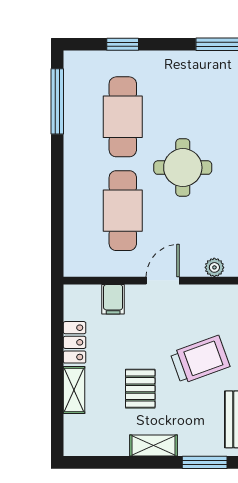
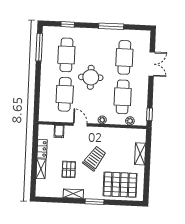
door: (163, 281) -> (80, 125), hinge flipped
trolley: (200, 360) -> (94, 158), turned -36

